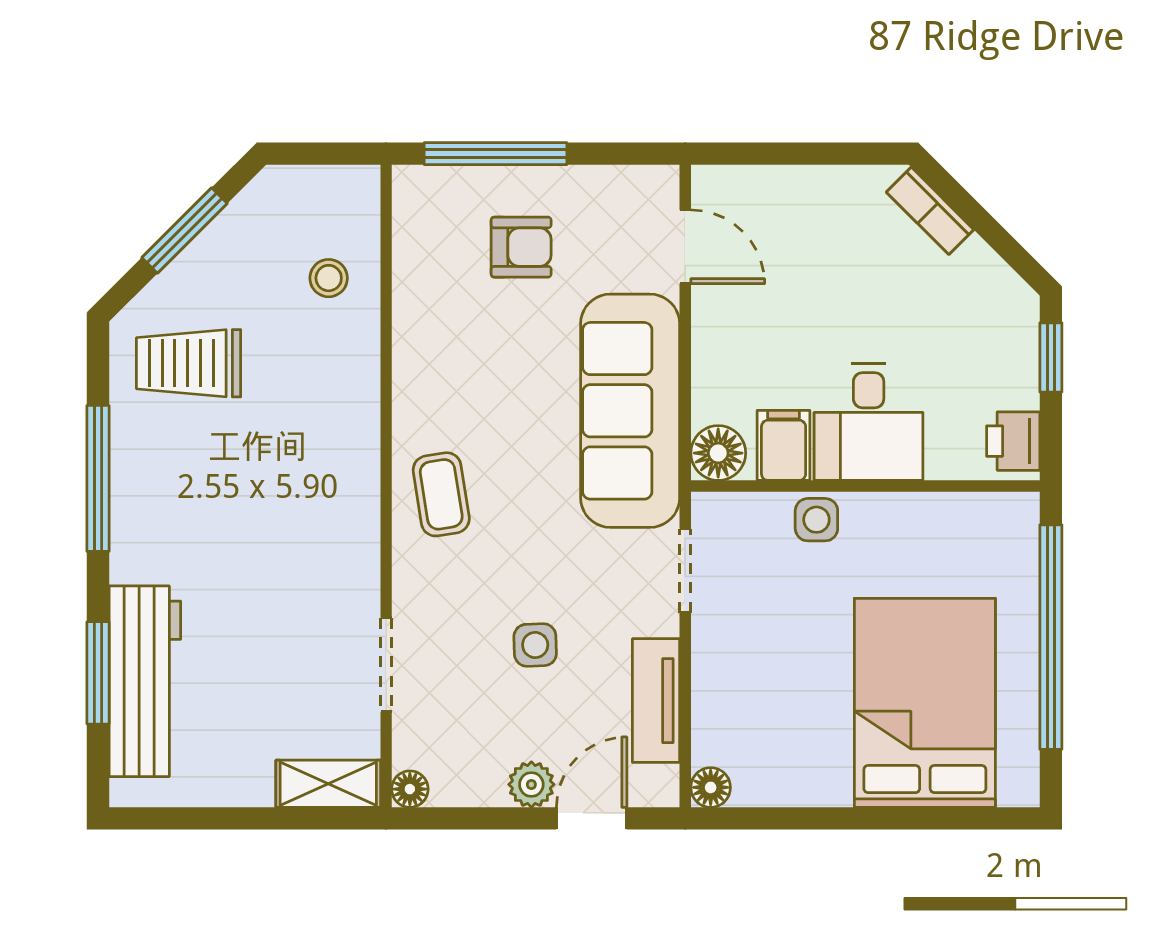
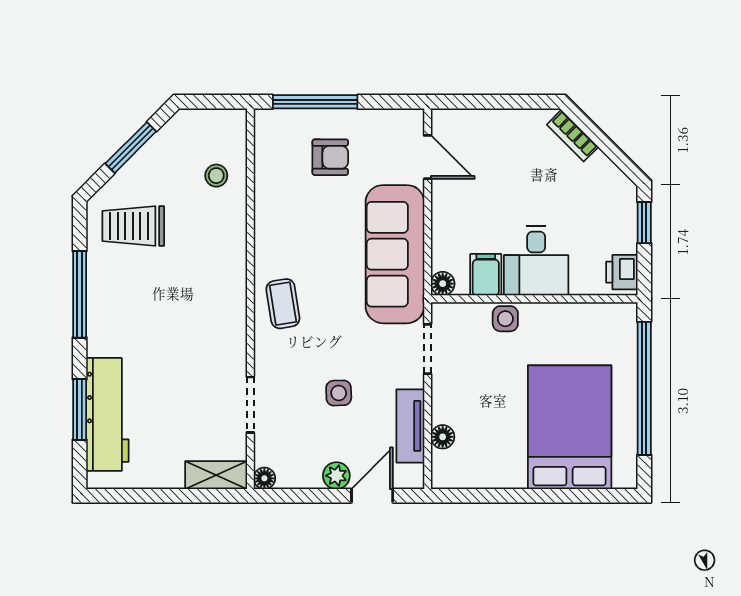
floor lamp: (718, 453) -> (443, 284), width x0.73, depth x0.73
floor lamp: (711, 787) -> (443, 437), moved

